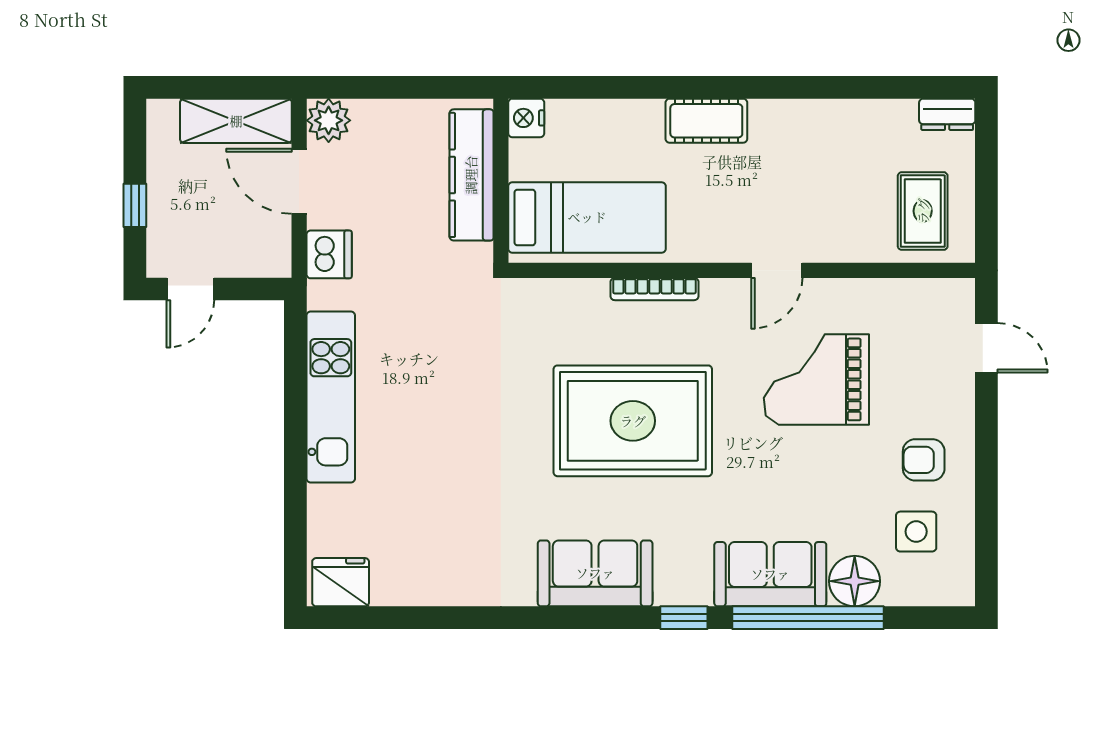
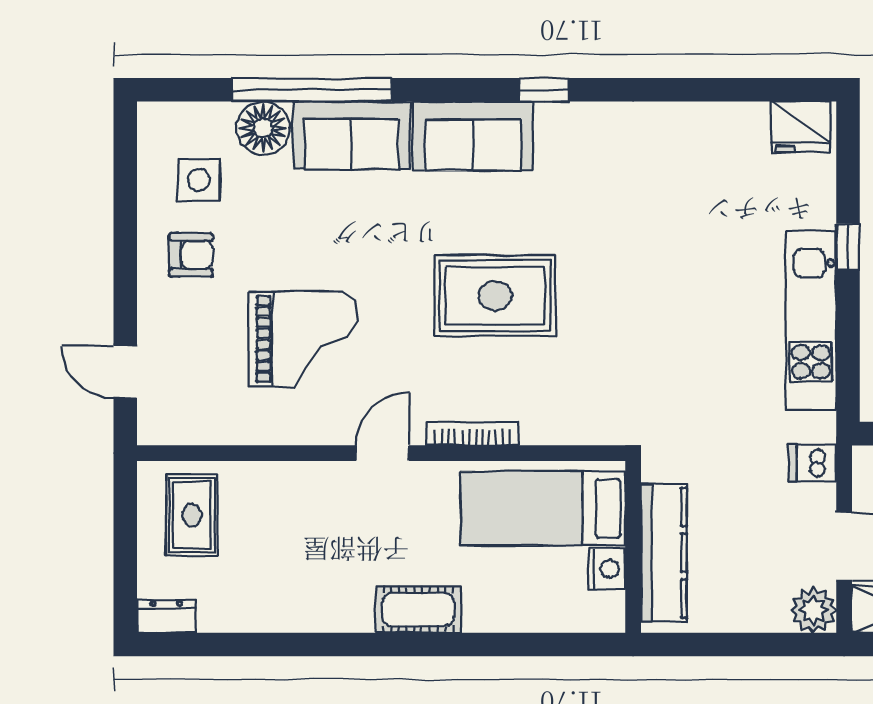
nightstand: (526, 118) -> (607, 569), moved
dishwasher: (329, 254) -> (813, 463), width x0.73
door: (777, 270) -> (383, 453), moved
rug: (633, 421) -> (495, 296), width x0.73, depth x0.69
window: (295, 467) -> (848, 247), added
sofa: (595, 573) -> (473, 136), moved
window: (684, 618) -> (544, 90), moved

